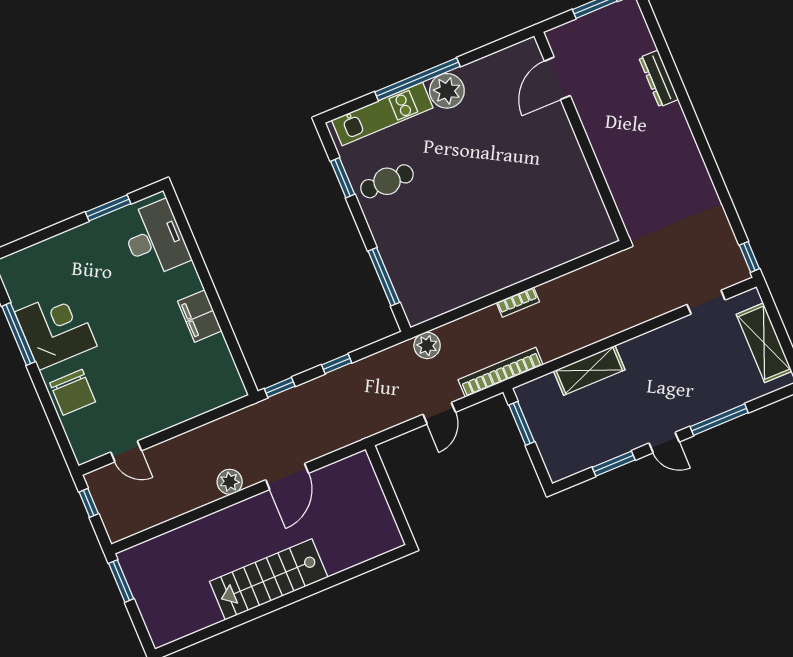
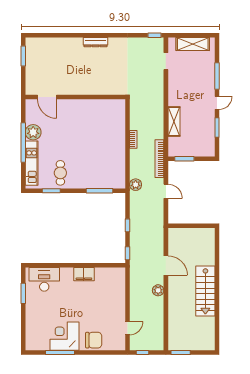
door: (557, 78) -> (47, 97), moved
dresser: (659, 79) -> (95, 42), moved
wall: (581, 136) -> (75, 97), moved

